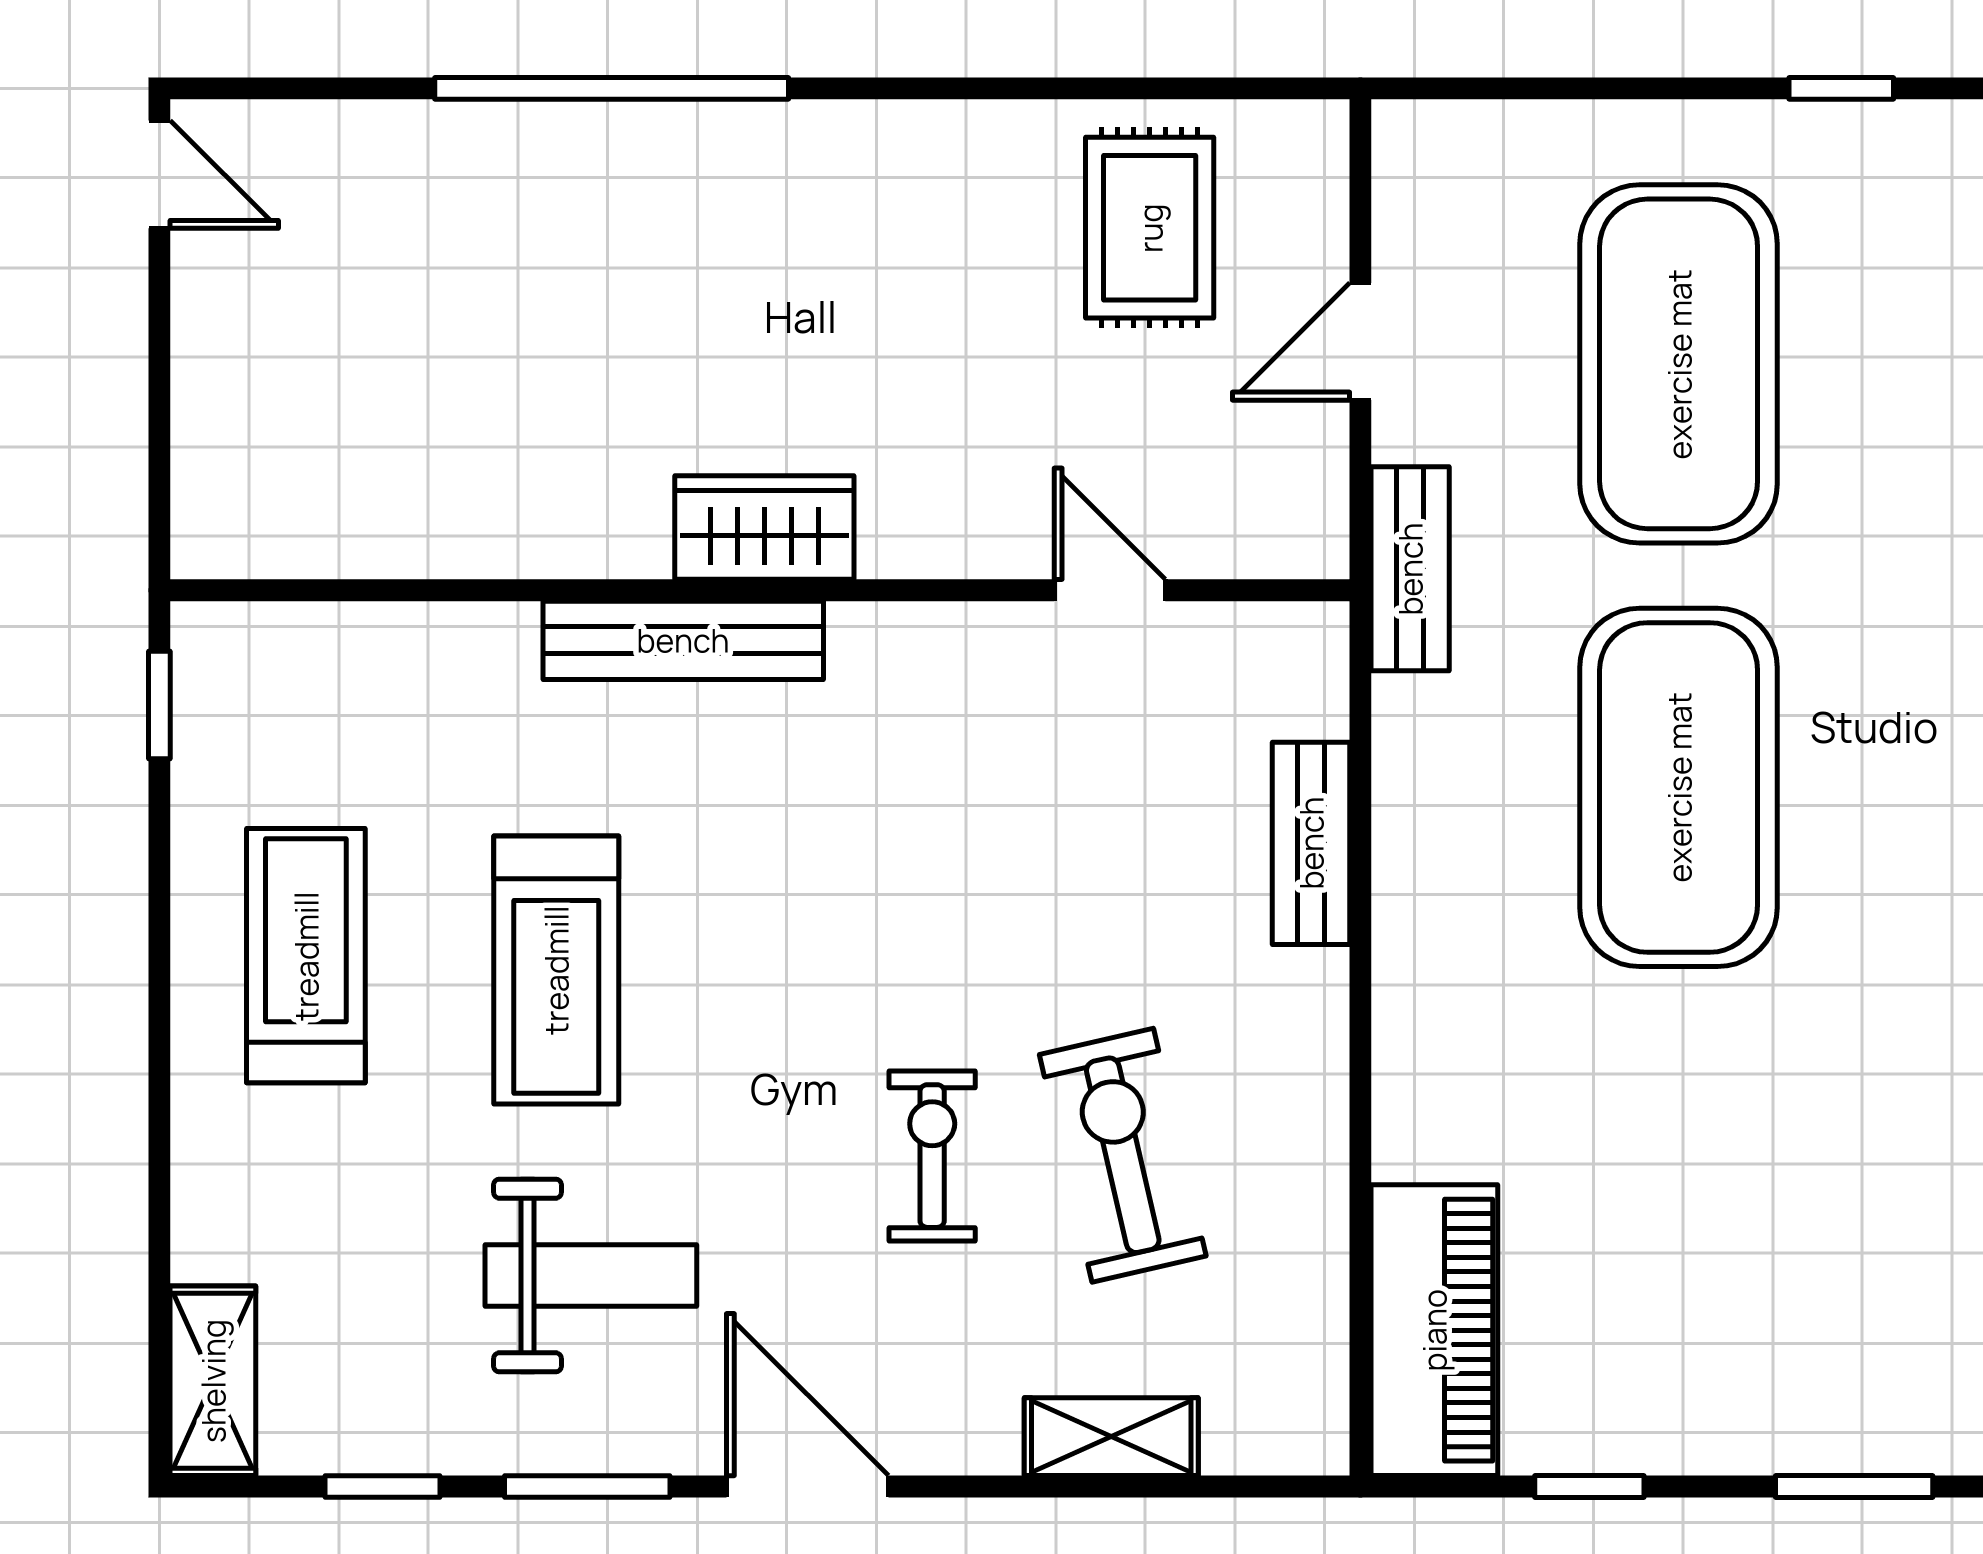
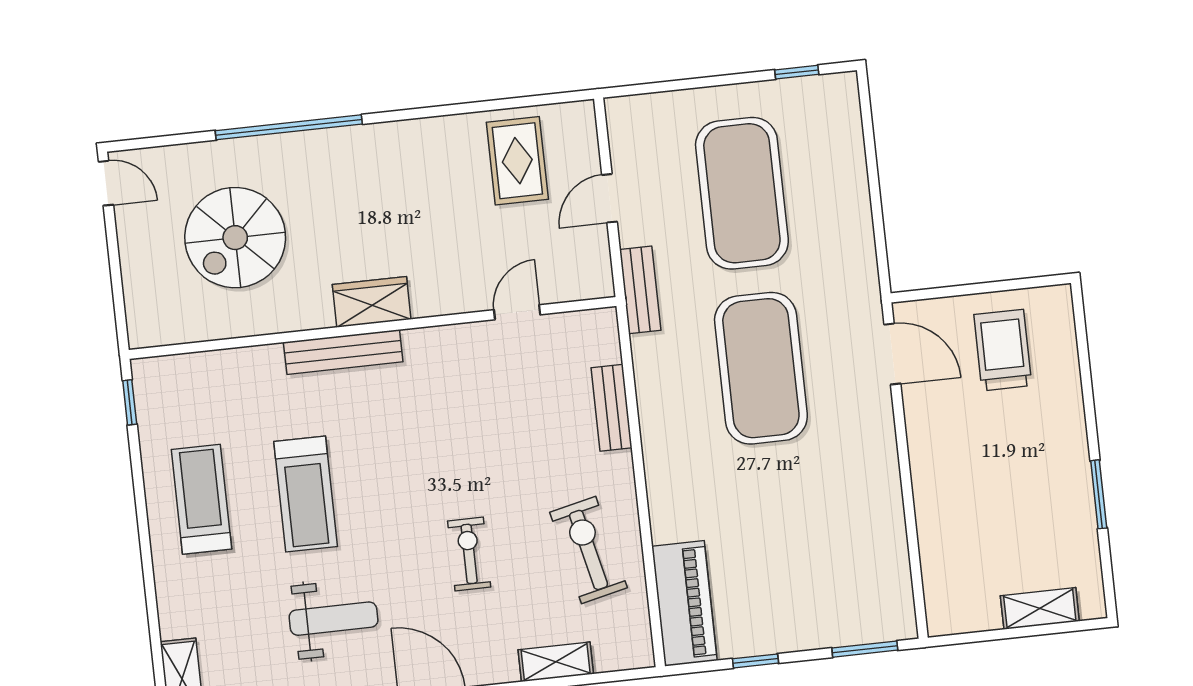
spiral stairs: (455, 338) -> (235, 238), added
door: (1110, 590) -> (517, 312), hinge flipped
exercise bike: (1123, 1155) -> (589, 550), moved

